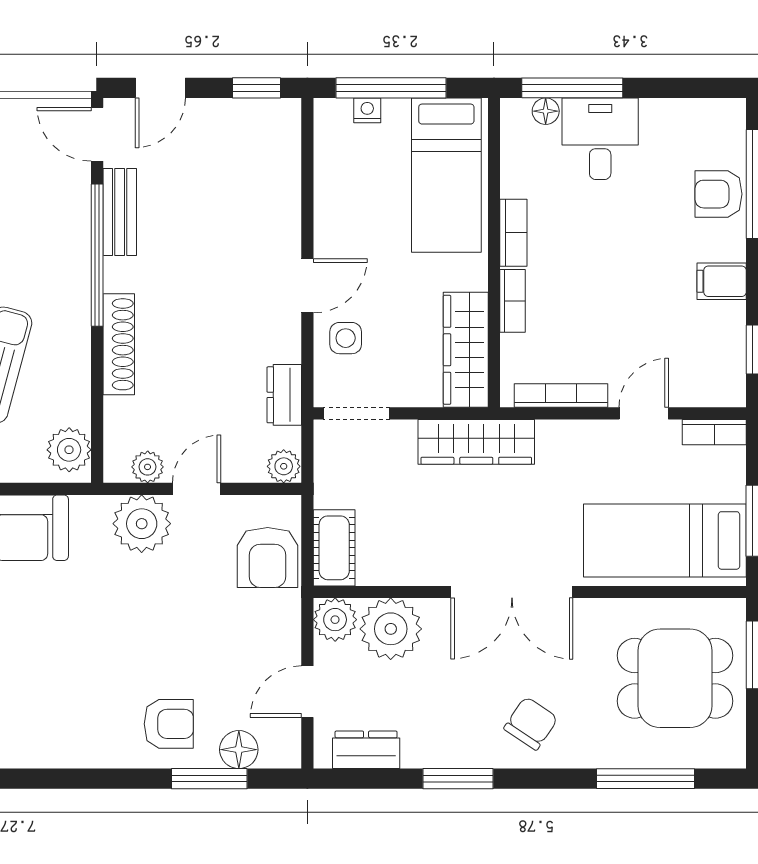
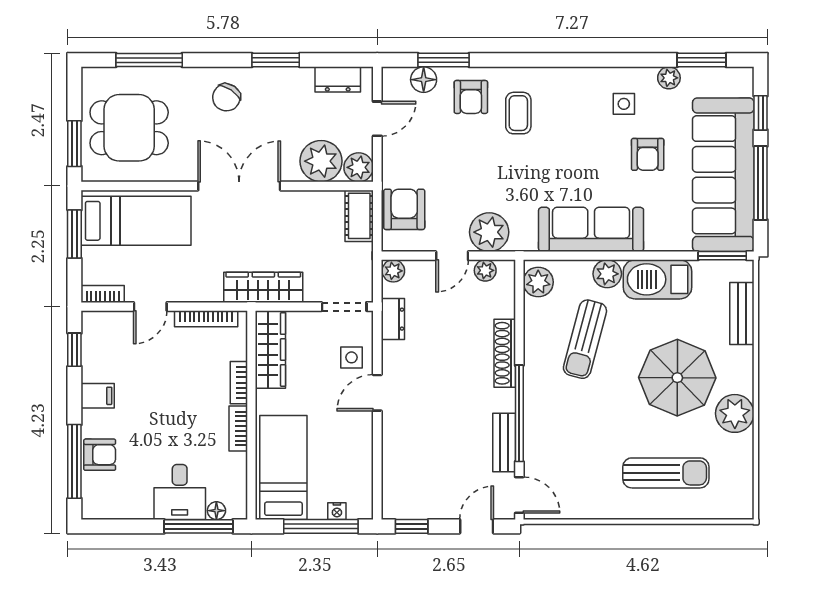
coffee table: (98, 700) -> (518, 113), added
armchair: (169, 724) -> (471, 97), turned -90

